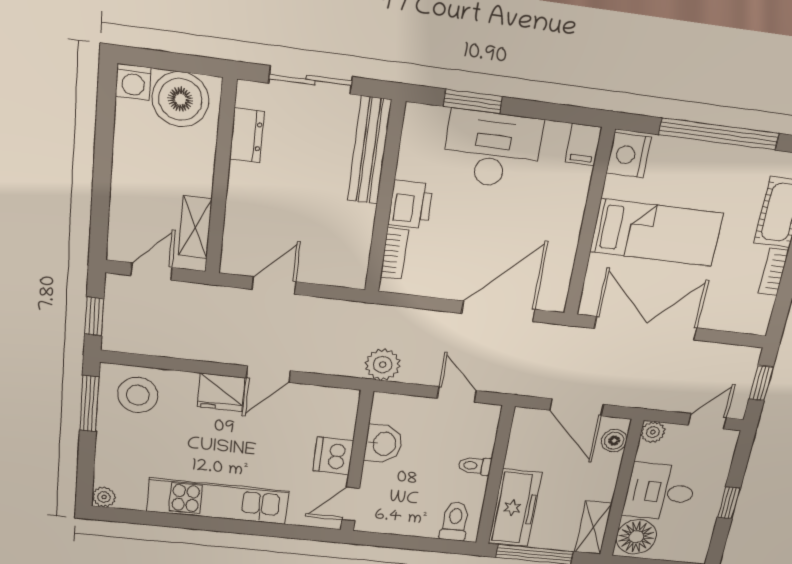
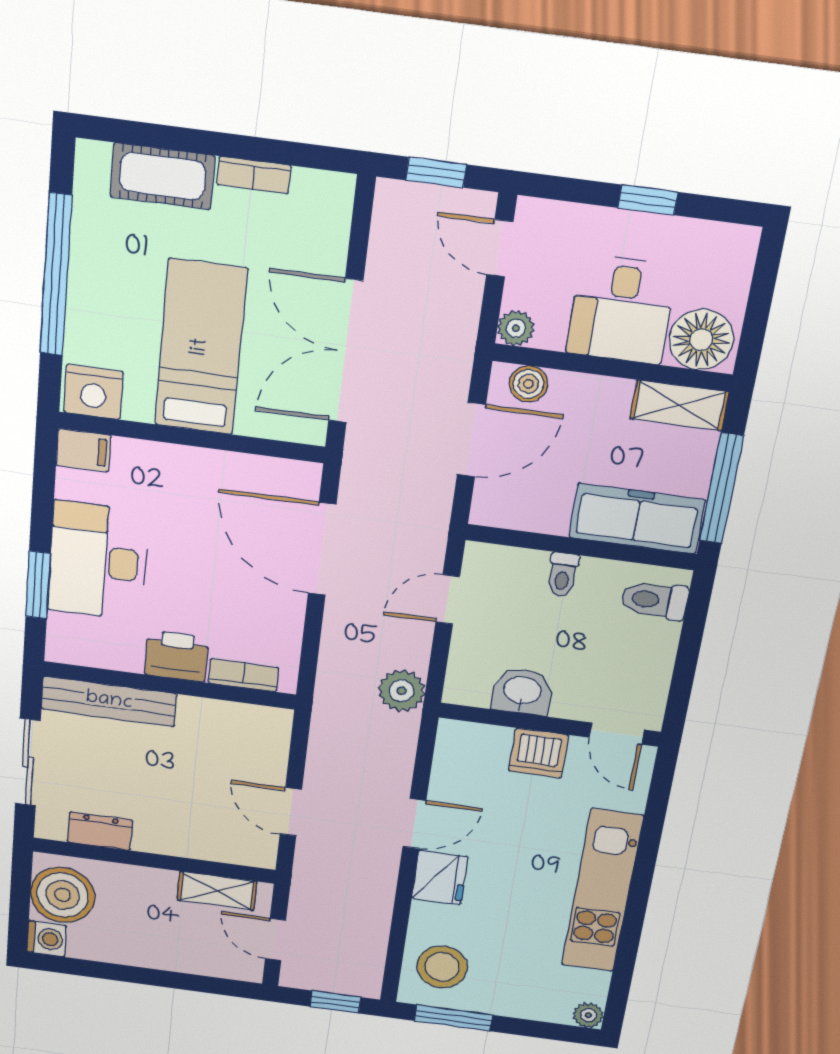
door: (268, 374) -> (414, 824), hinge flipped

